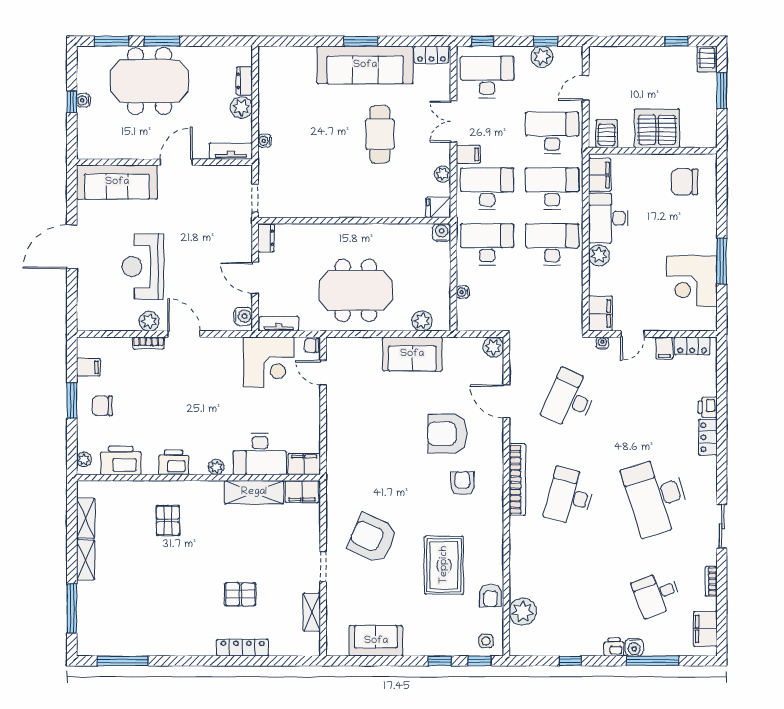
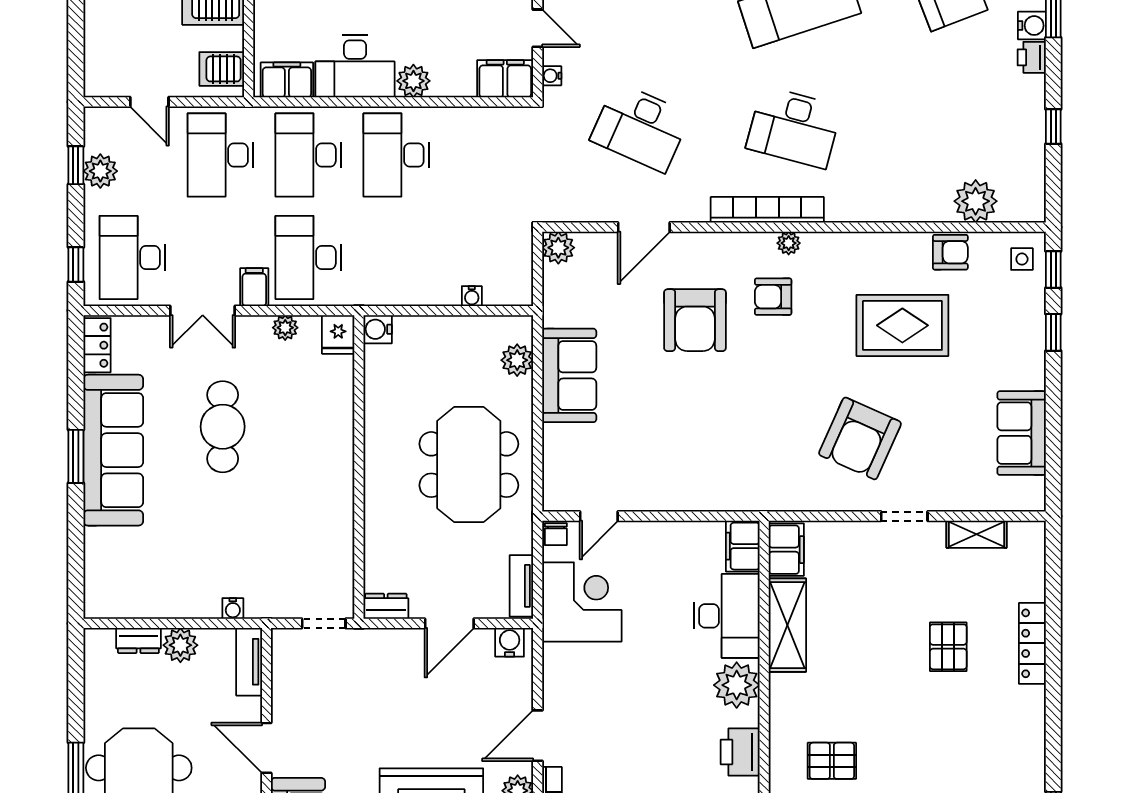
cafe table: (380, 134) -> (223, 427), turned 90
desk: (487, 244) -> (396, 258), removed
plant: (216, 467) -> (737, 685), width x1.88, depth x1.88
plant: (496, 493) -> (789, 243), added

